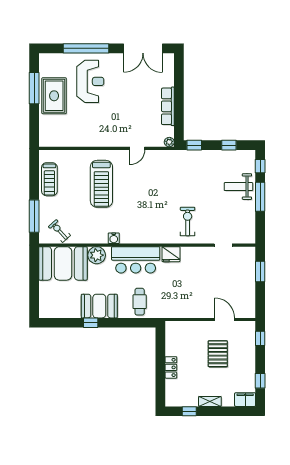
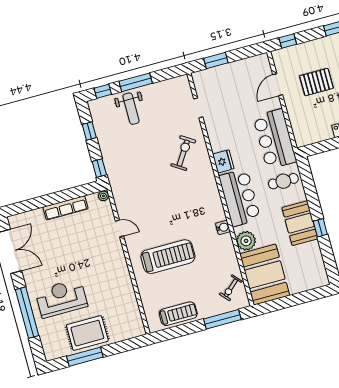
exercise bike: (188, 221) -> (183, 153), turned 123
bar counter: (178, 304) -> (275, 139), added

